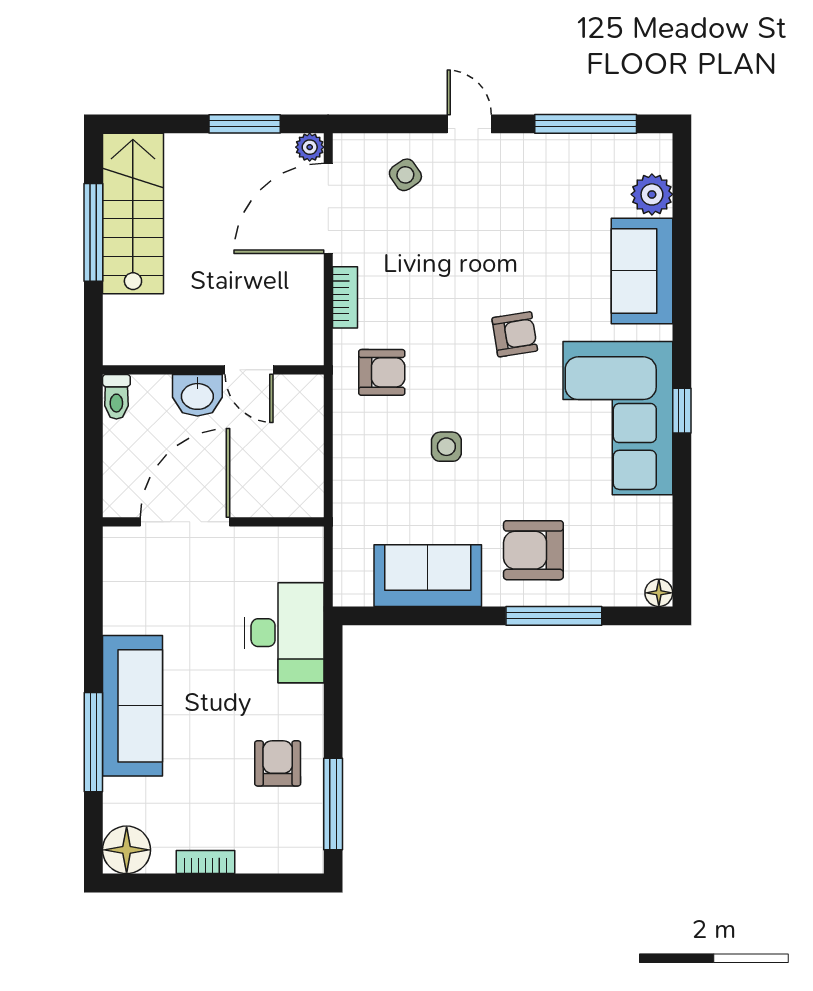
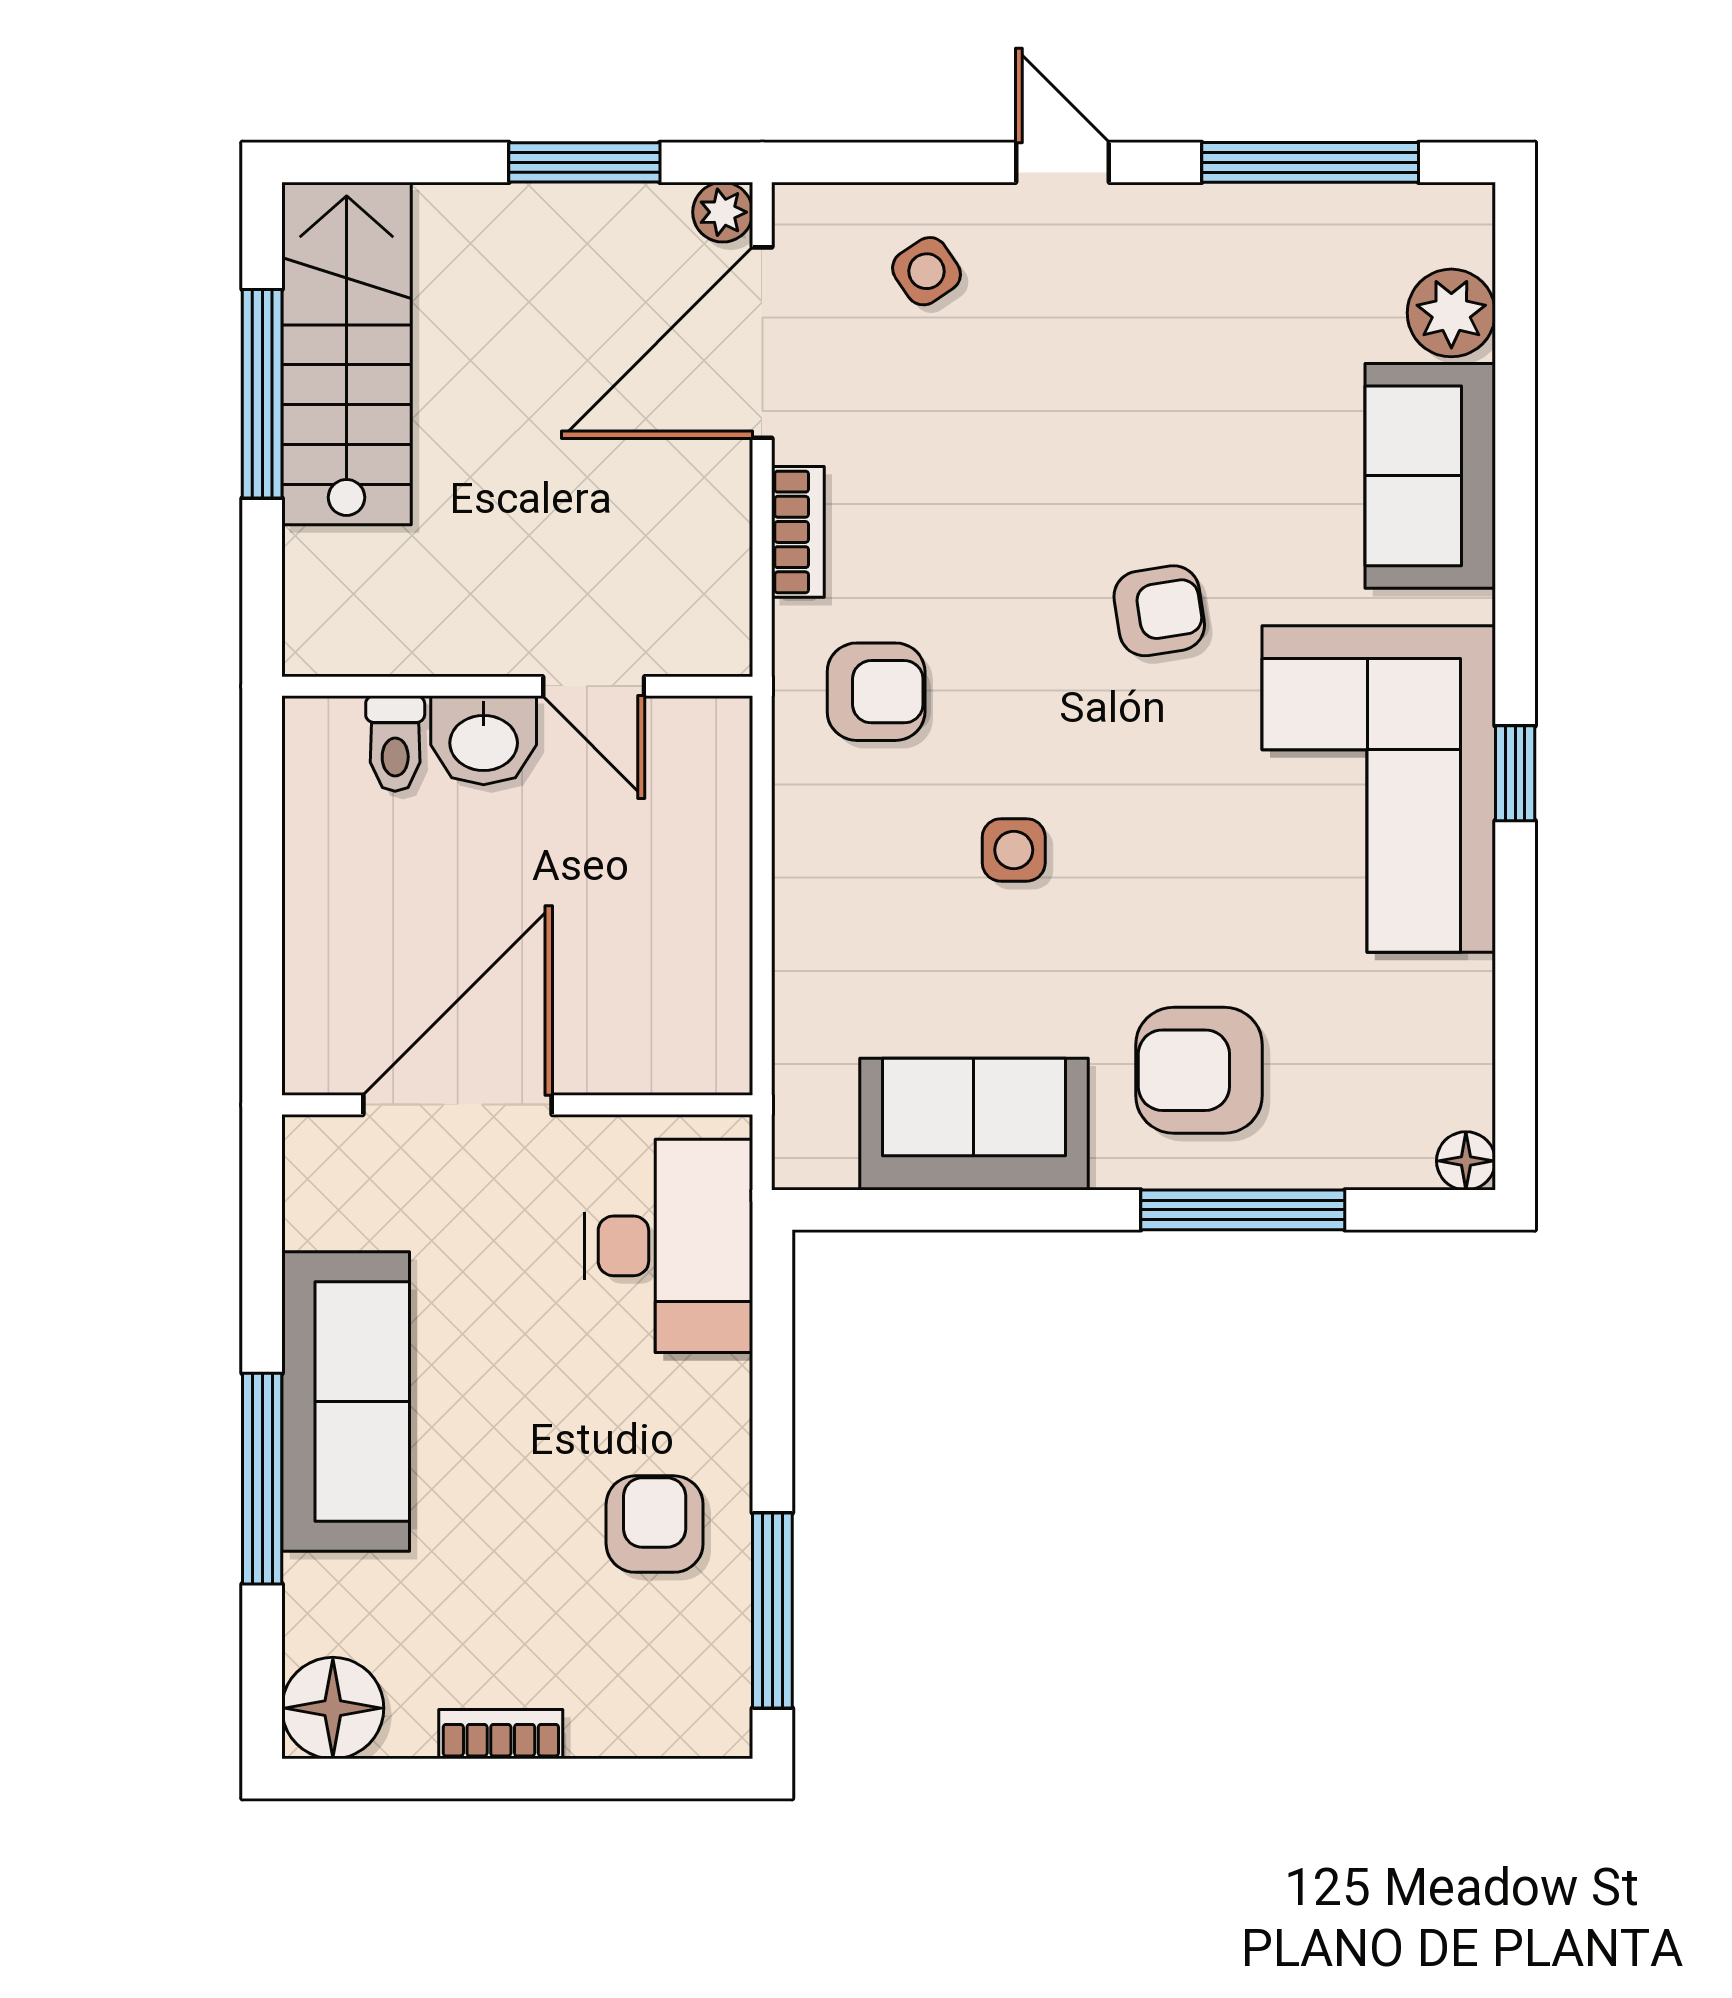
toilet: (116, 397) -> (395, 744), moved
door: (185, 522) -> (457, 1105), moved
wall: (213, 522) -> (517, 1105), moved

